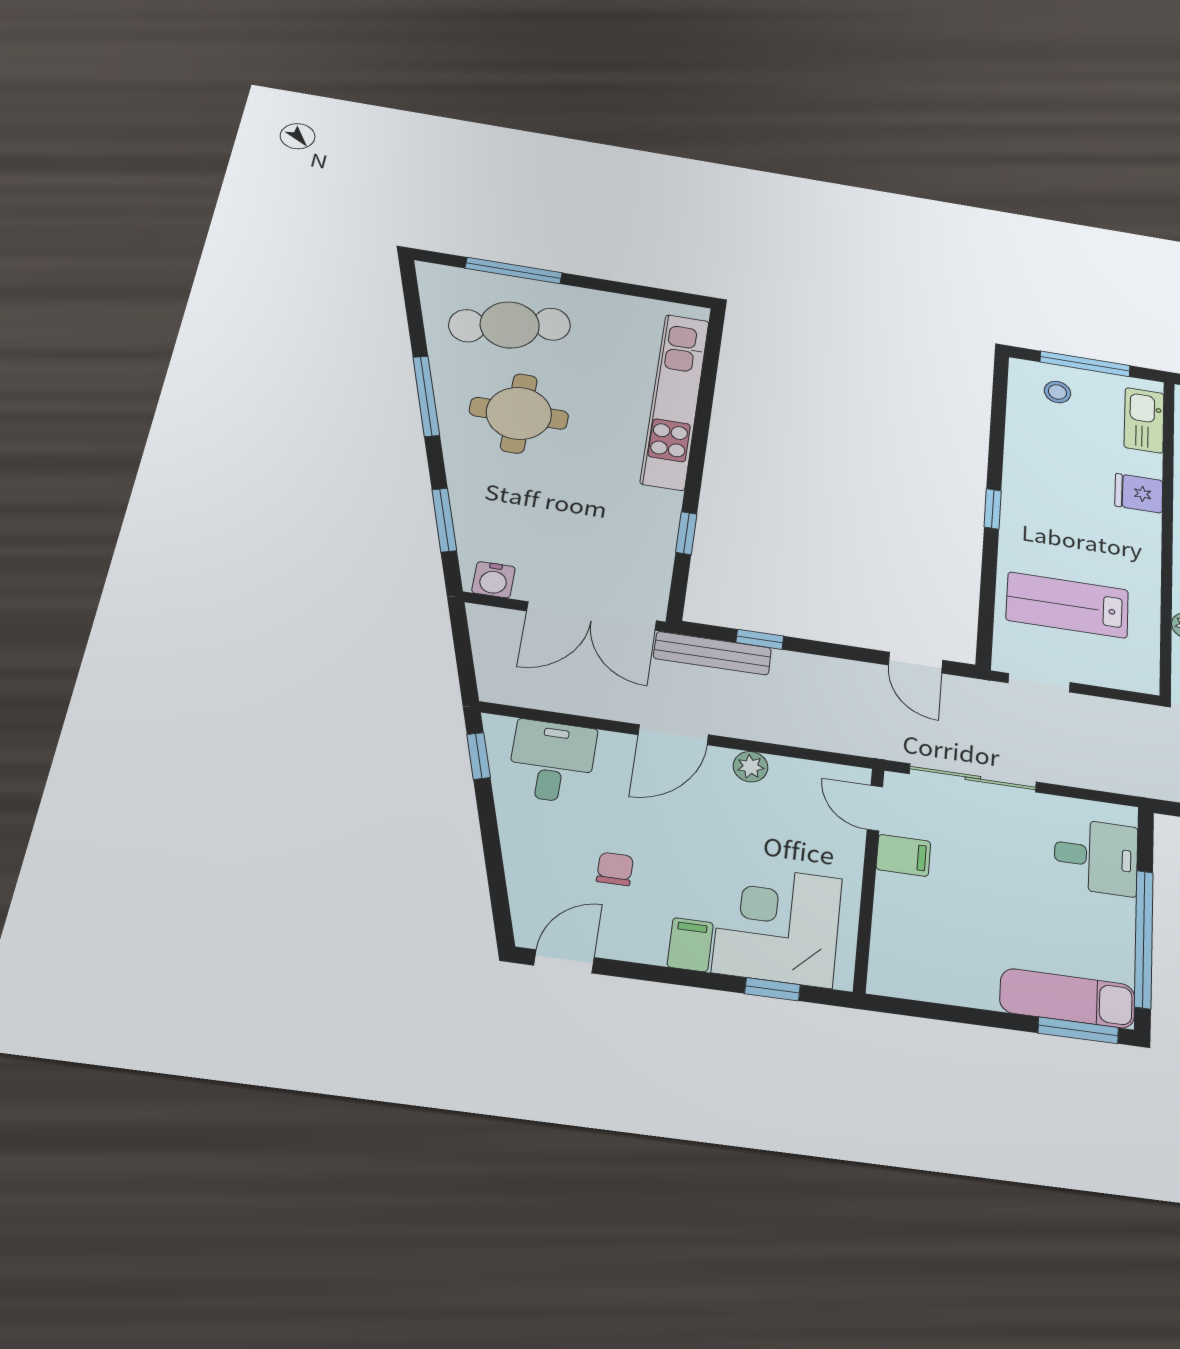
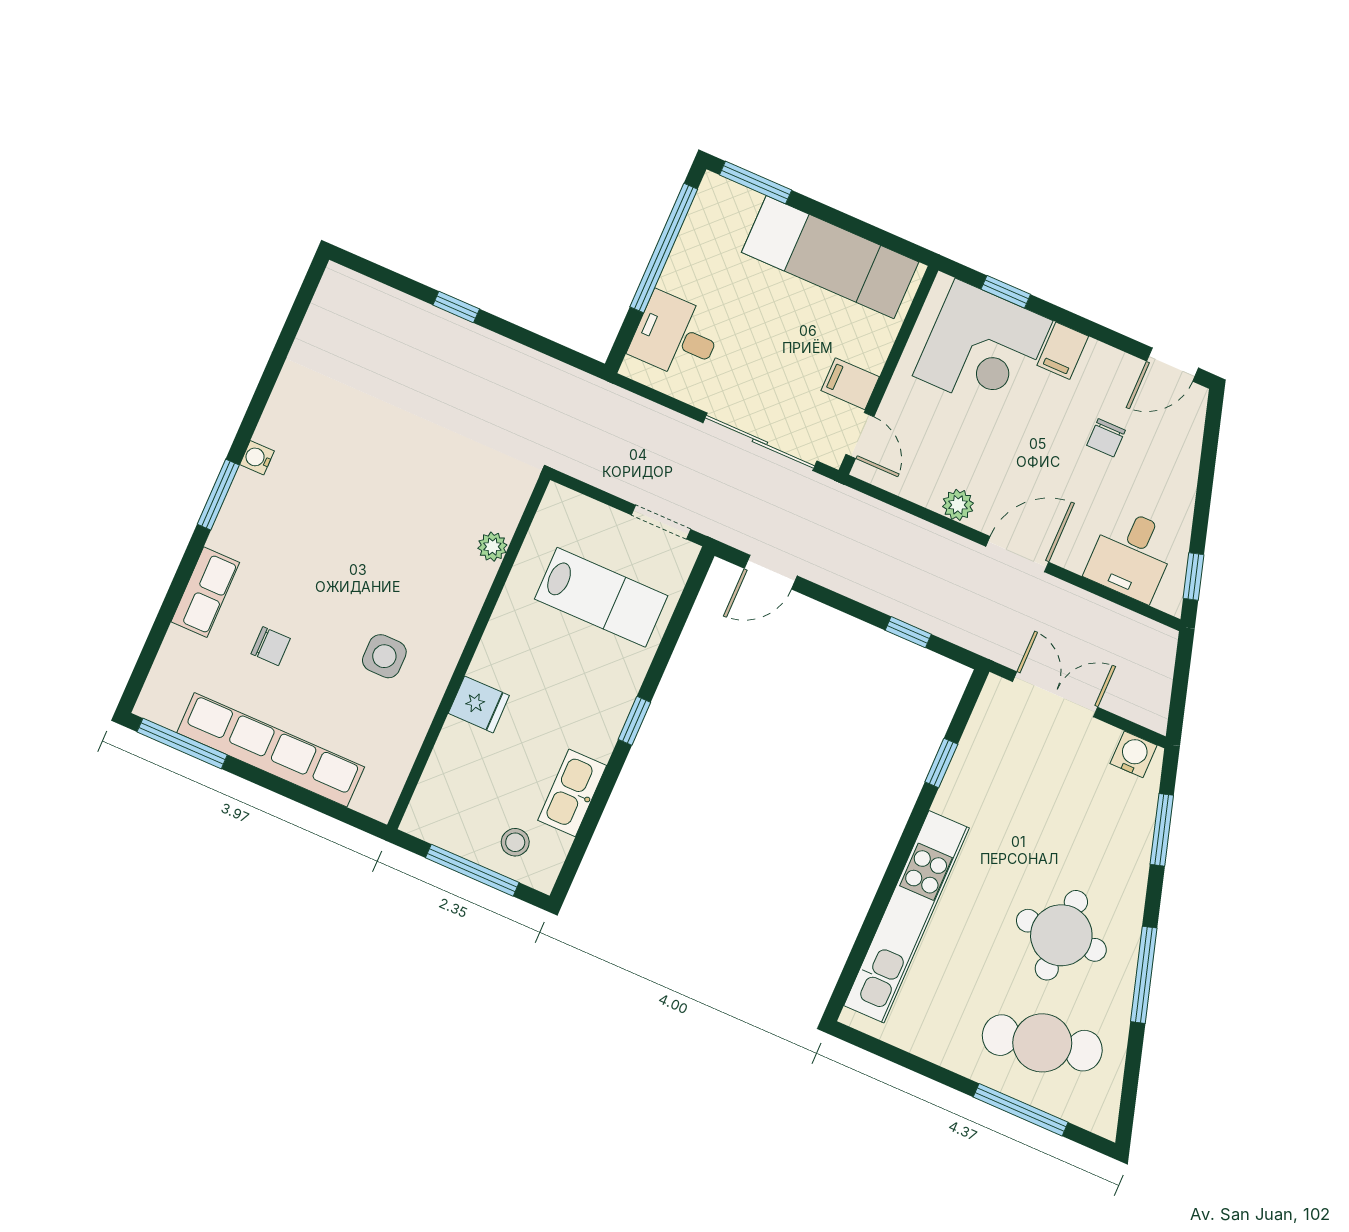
kitchen sink: (1144, 420) -> (572, 793), moved, turned 180
double door: (592, 616) -> (1055, 694), width x0.73
bench: (712, 653) -> (956, 628), removed
door: (915, 663) -> (771, 572), swing flipped
exam couch: (1067, 998) -> (830, 257), moved, width x1.36, depth x1.45

